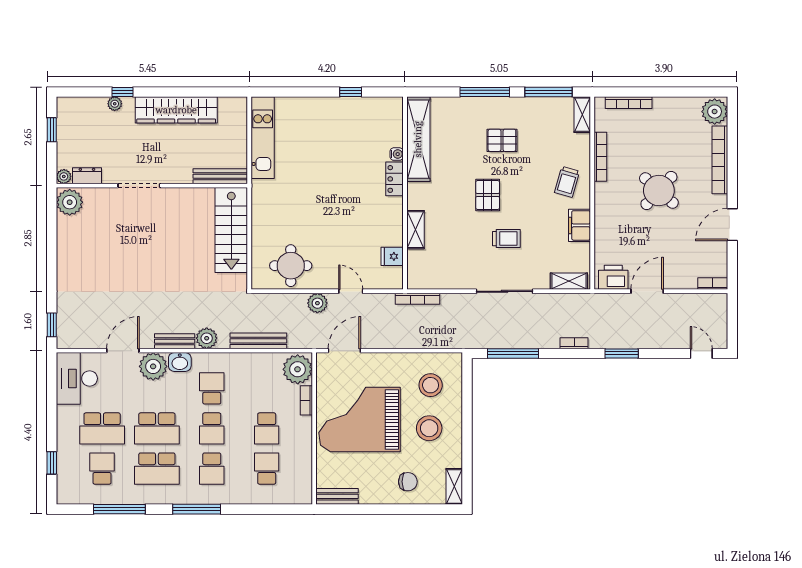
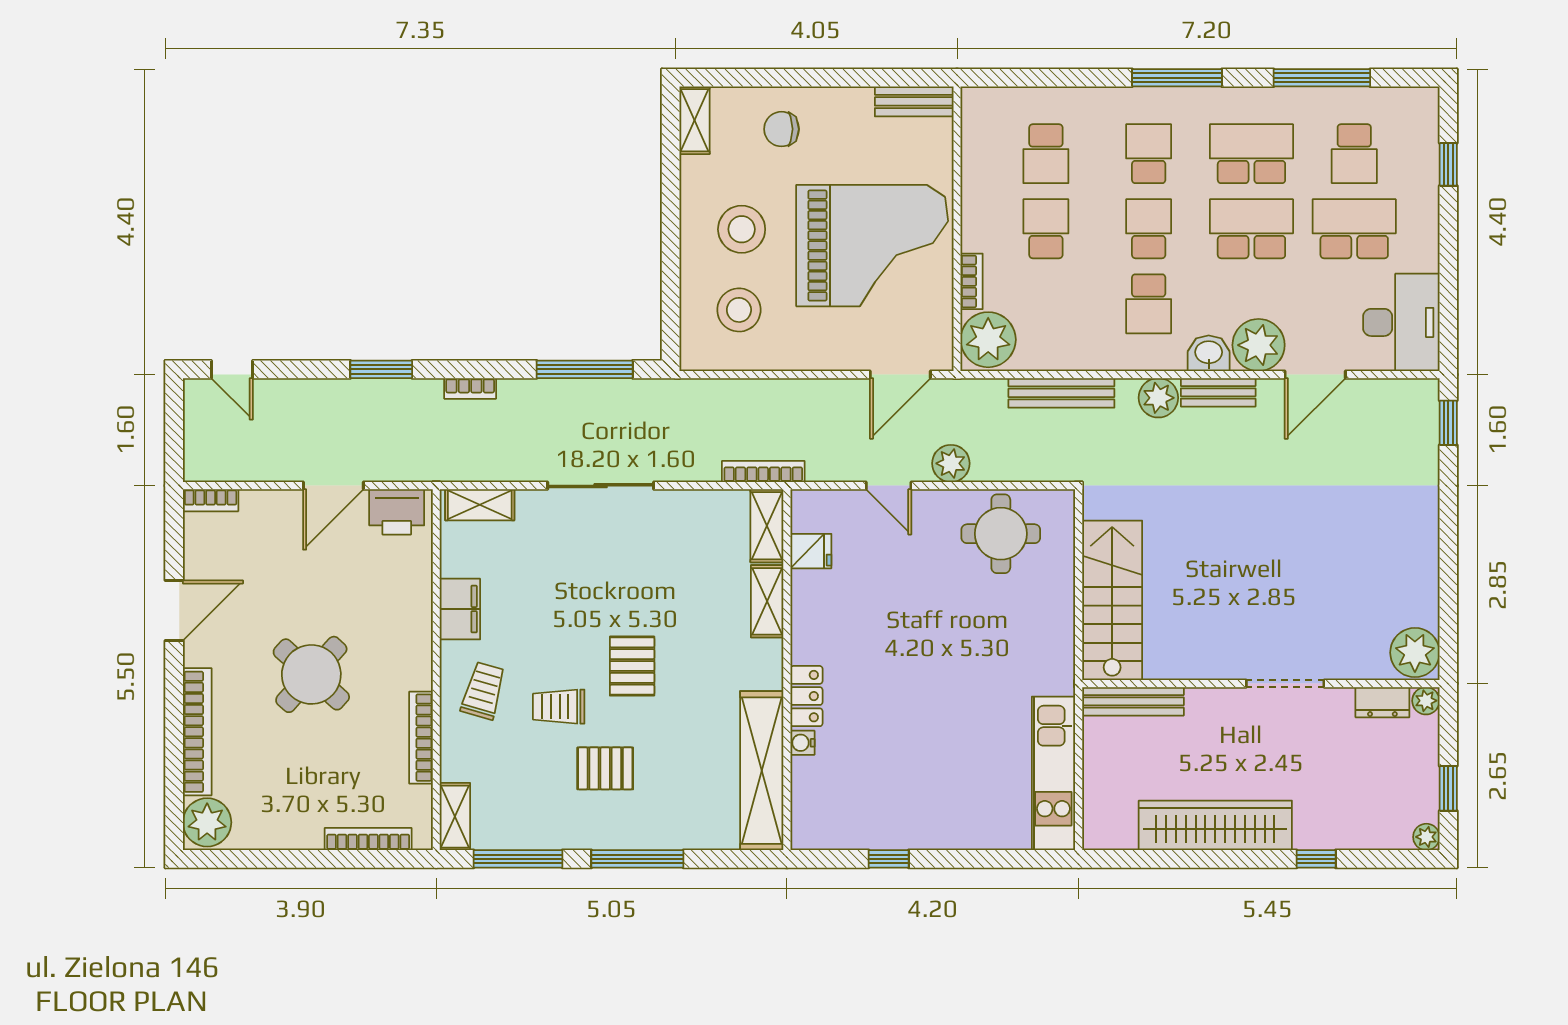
plant: (115, 104) -> (1426, 837), moved
trolley: (506, 239) -> (559, 707), moved
shelving: (416, 270) -> (767, 526), added

